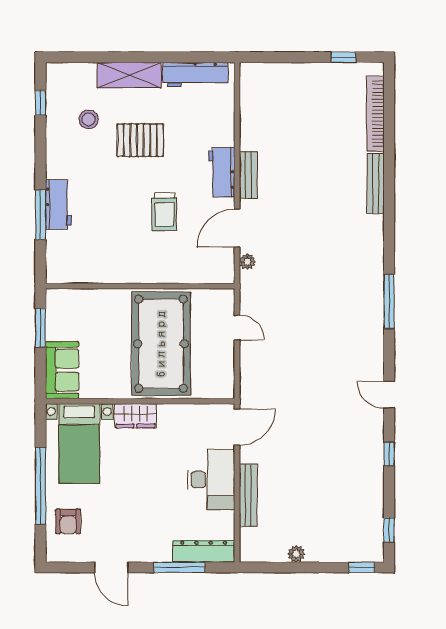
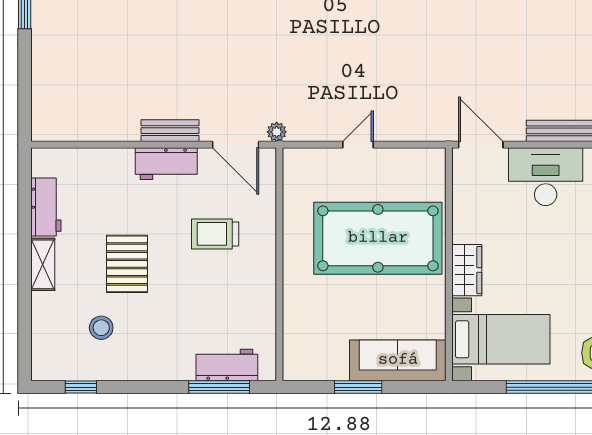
workbench: (195, 74) -> (46, 207), width x0.73
shelving: (129, 75) -> (43, 264), width x0.67, depth x0.75
workbench: (58, 204) -> (227, 365), moved
trolley: (165, 212) -> (215, 234), turned 180
wall: (140, 286) -> (279, 264), moved
sofa: (62, 370) -> (398, 360), width x1.36

